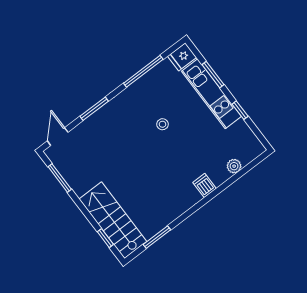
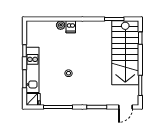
plant: (234, 166) -> (61, 25), moved
stairs: (113, 220) -> (125, 53), width x1.36, depth x1.51

